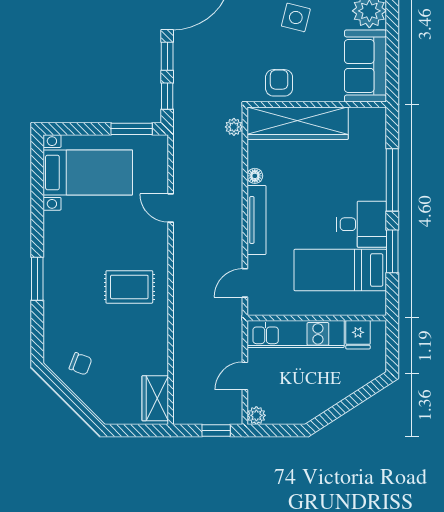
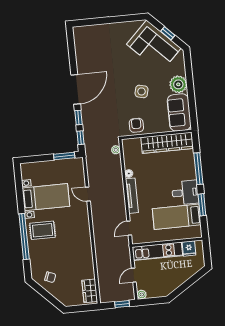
wardrobe: (298, 123) -> (167, 143), moved
bed with nightstands: (88, 172) -> (46, 197), moved
window: (37, 279) -> (24, 237), width x2.11
rug: (129, 287) -> (43, 230), moved

